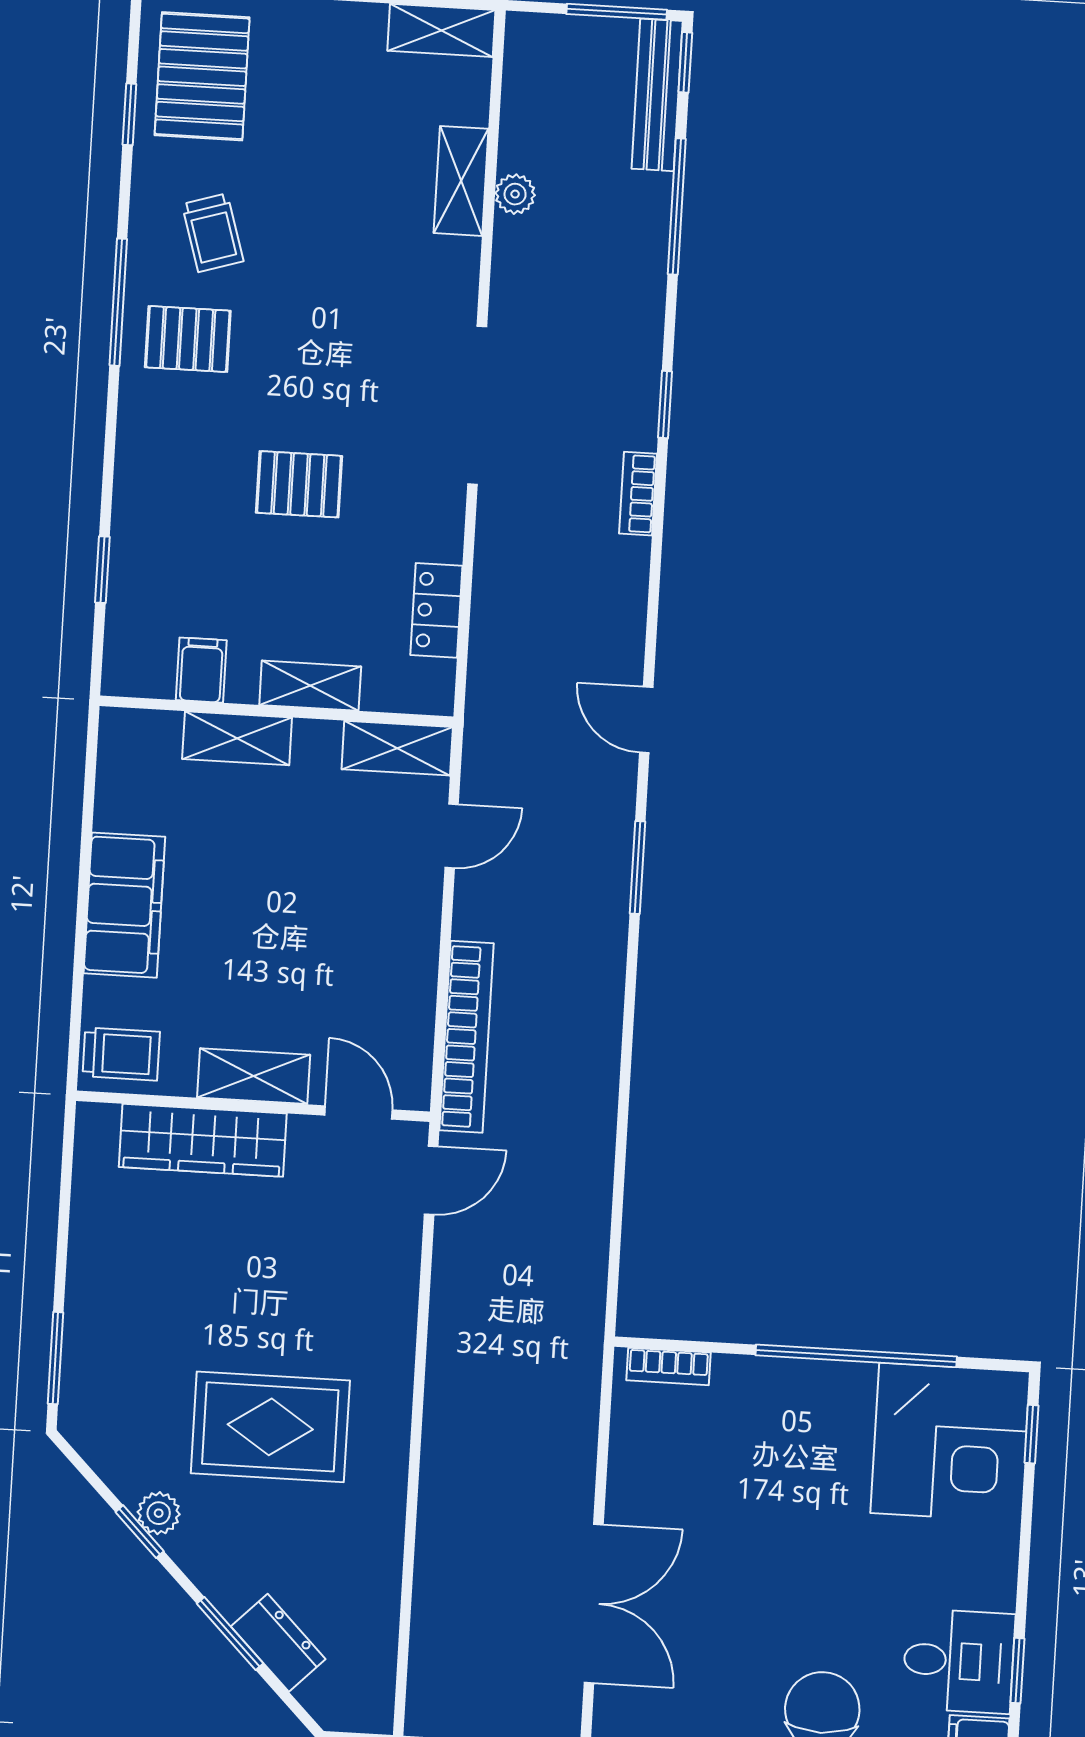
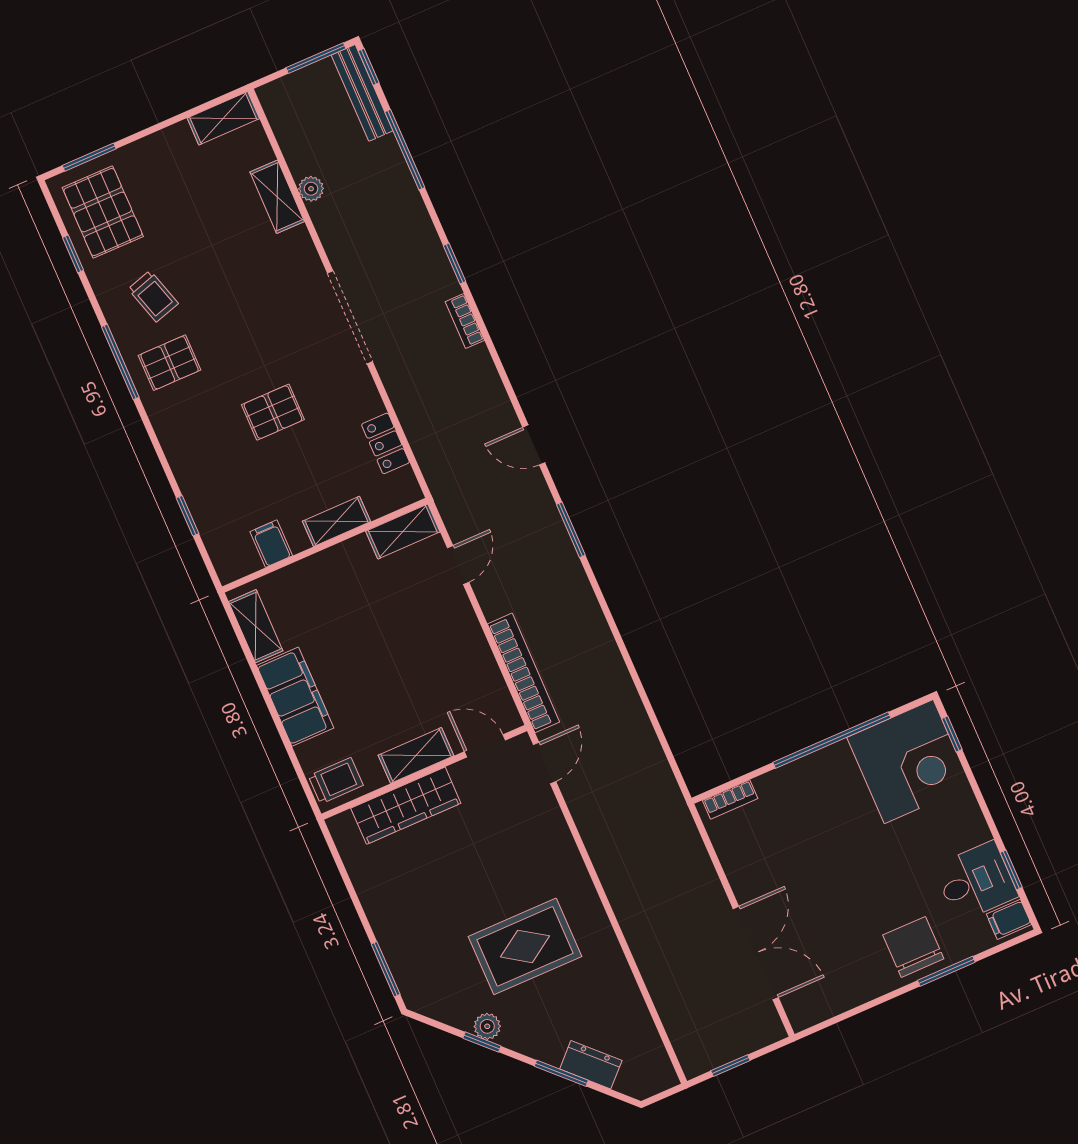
shelving: (237, 738) -> (256, 626), moved, turned 90

